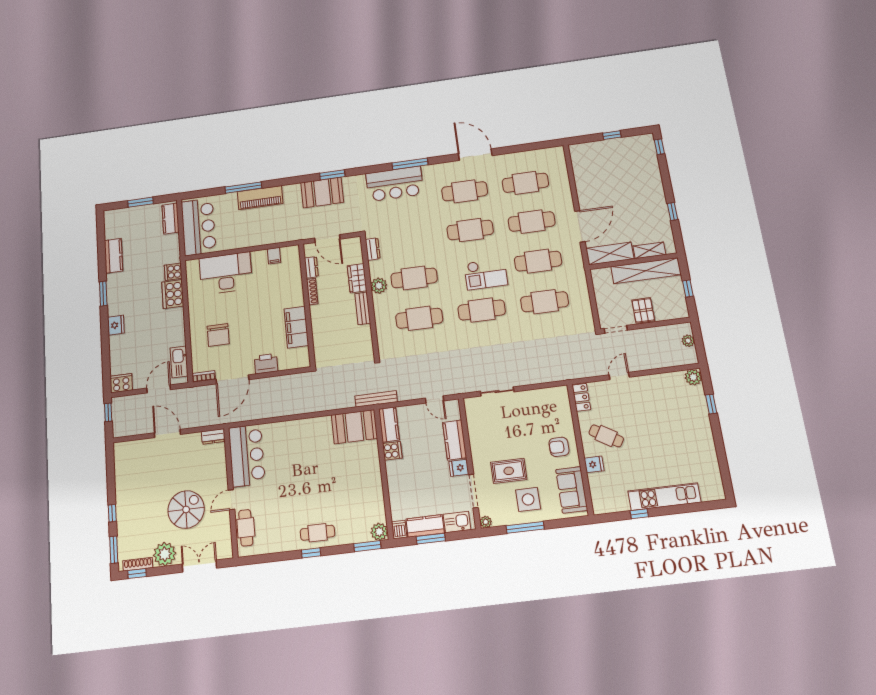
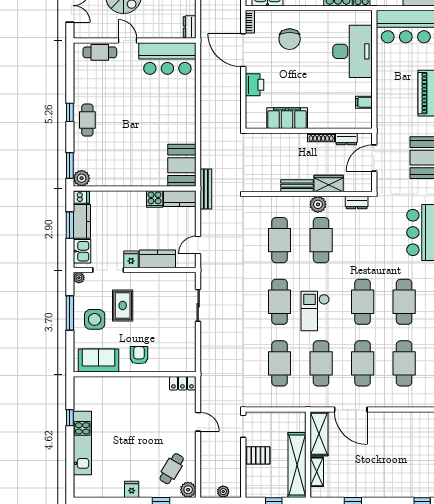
chair: (218, 335) -> (290, 39), turned -90
cafe table: (606, 436) -> (172, 469), moved
fridge: (594, 464) -> (132, 489), moved, turned 180

